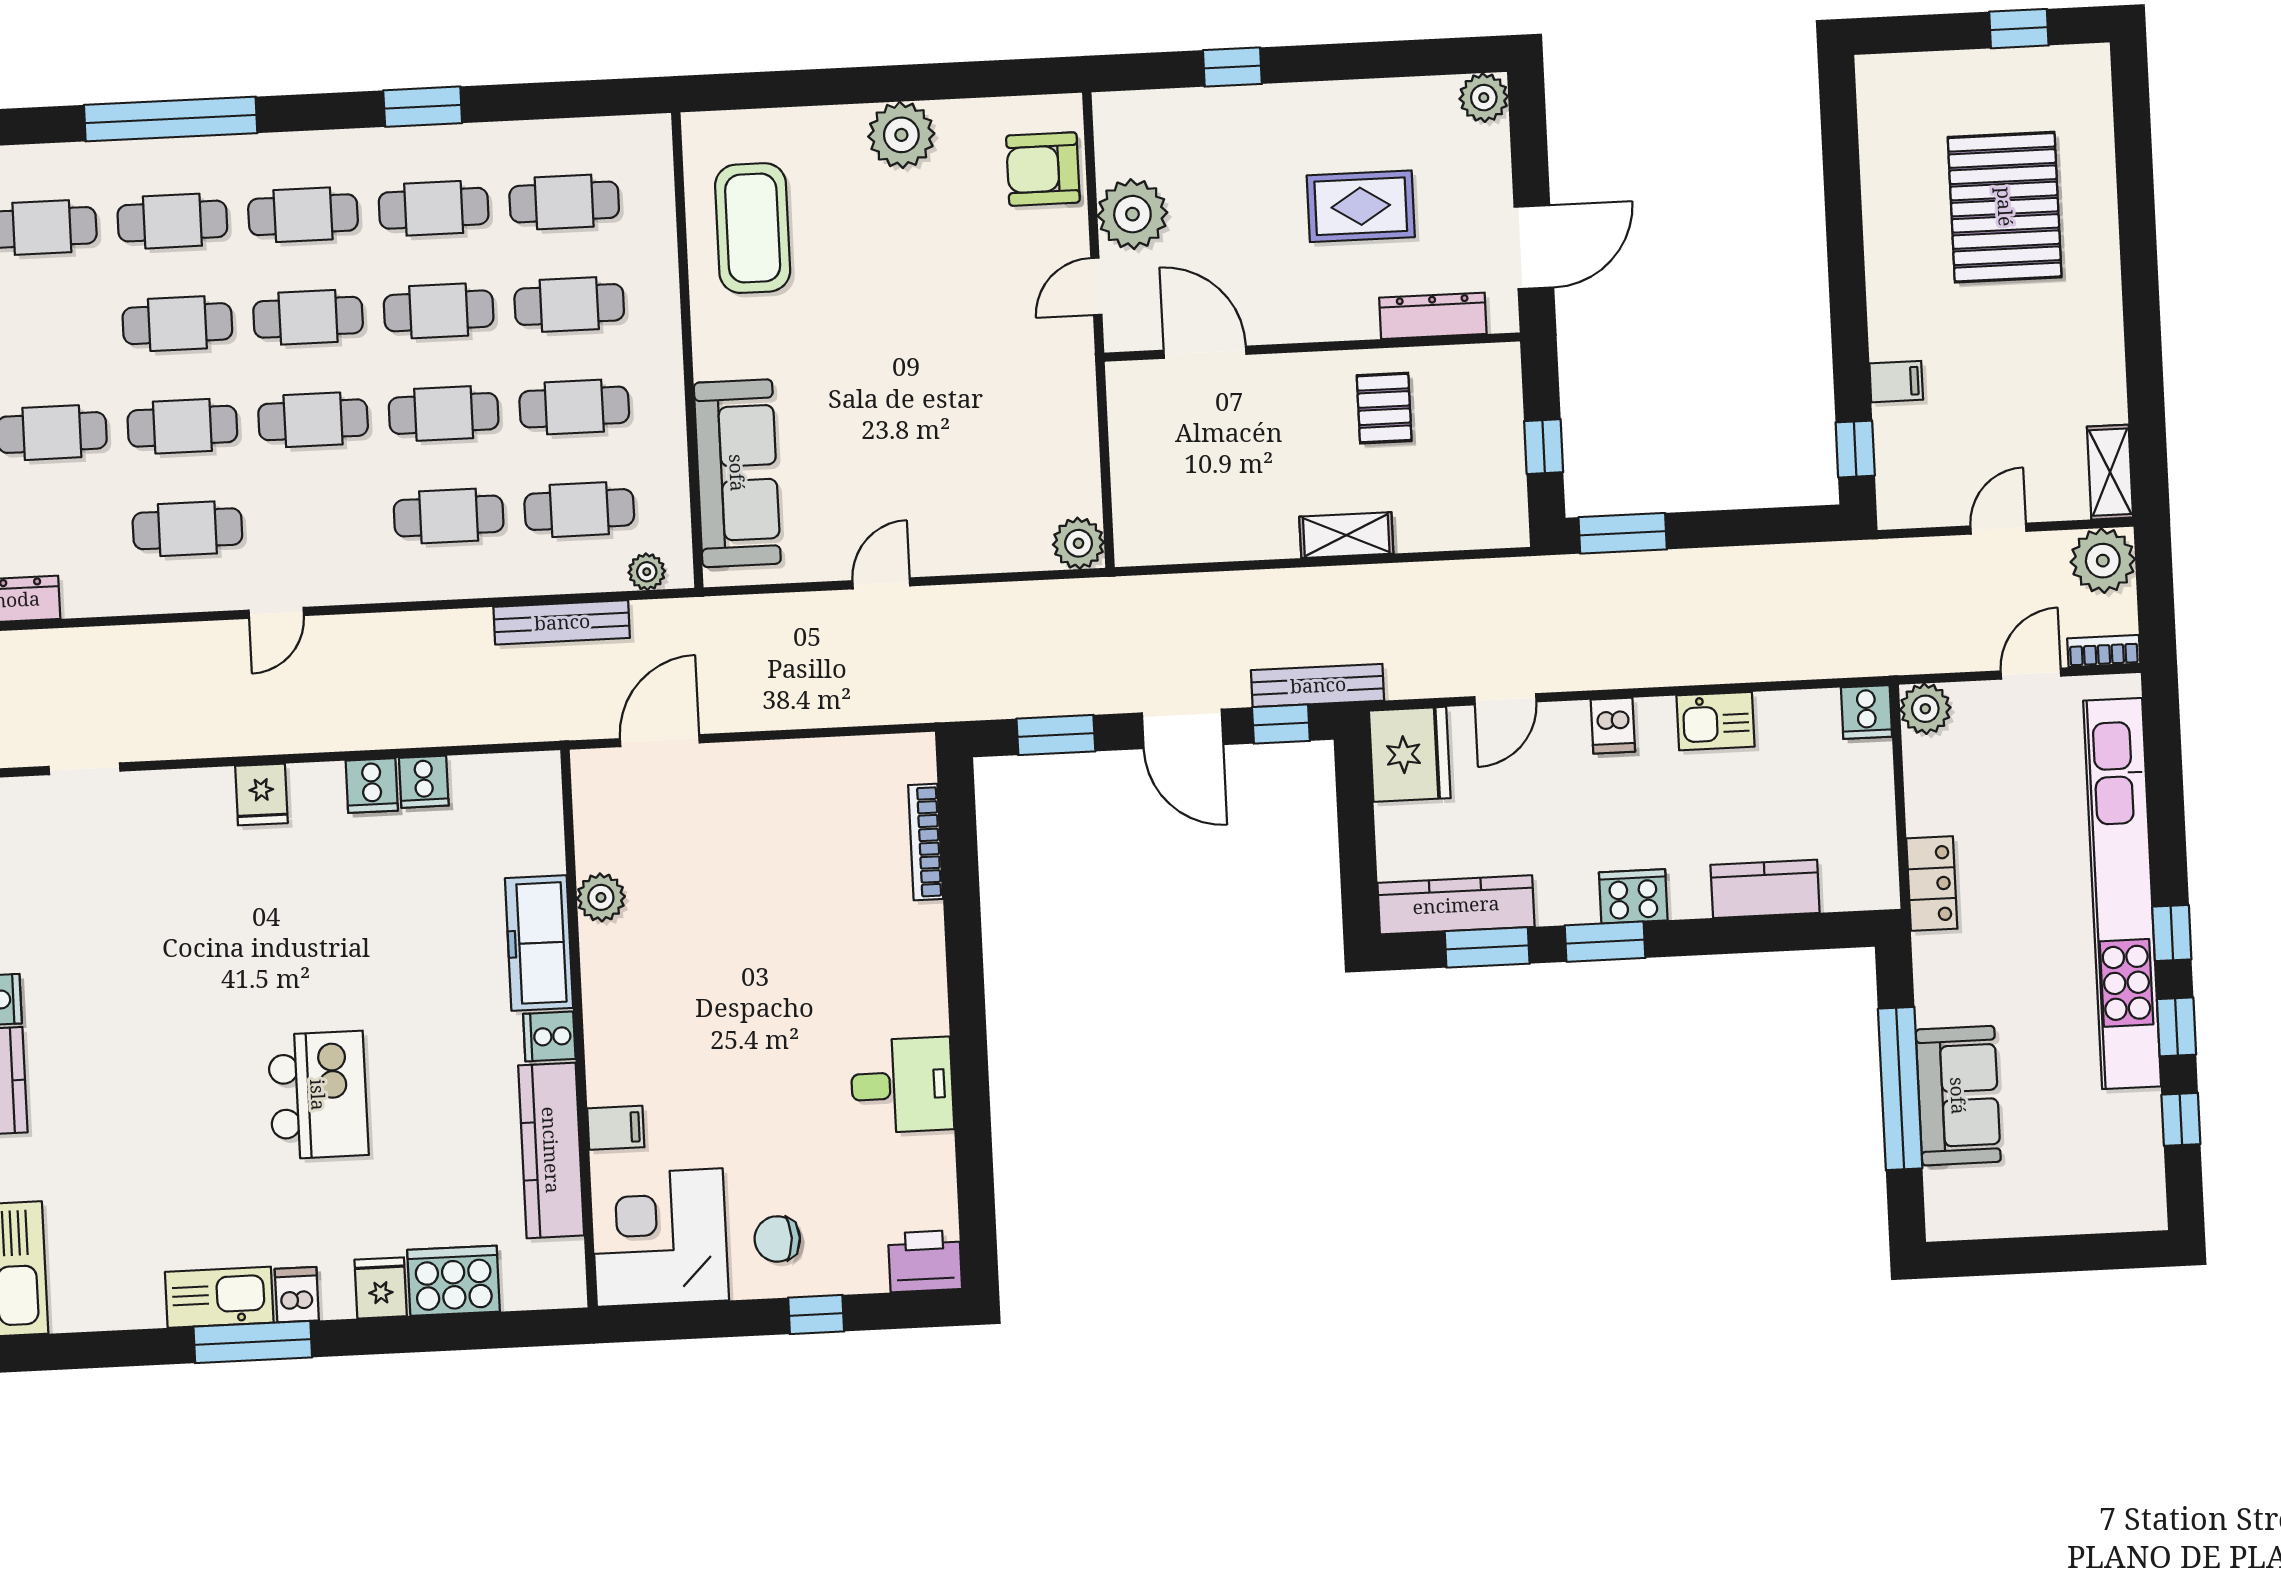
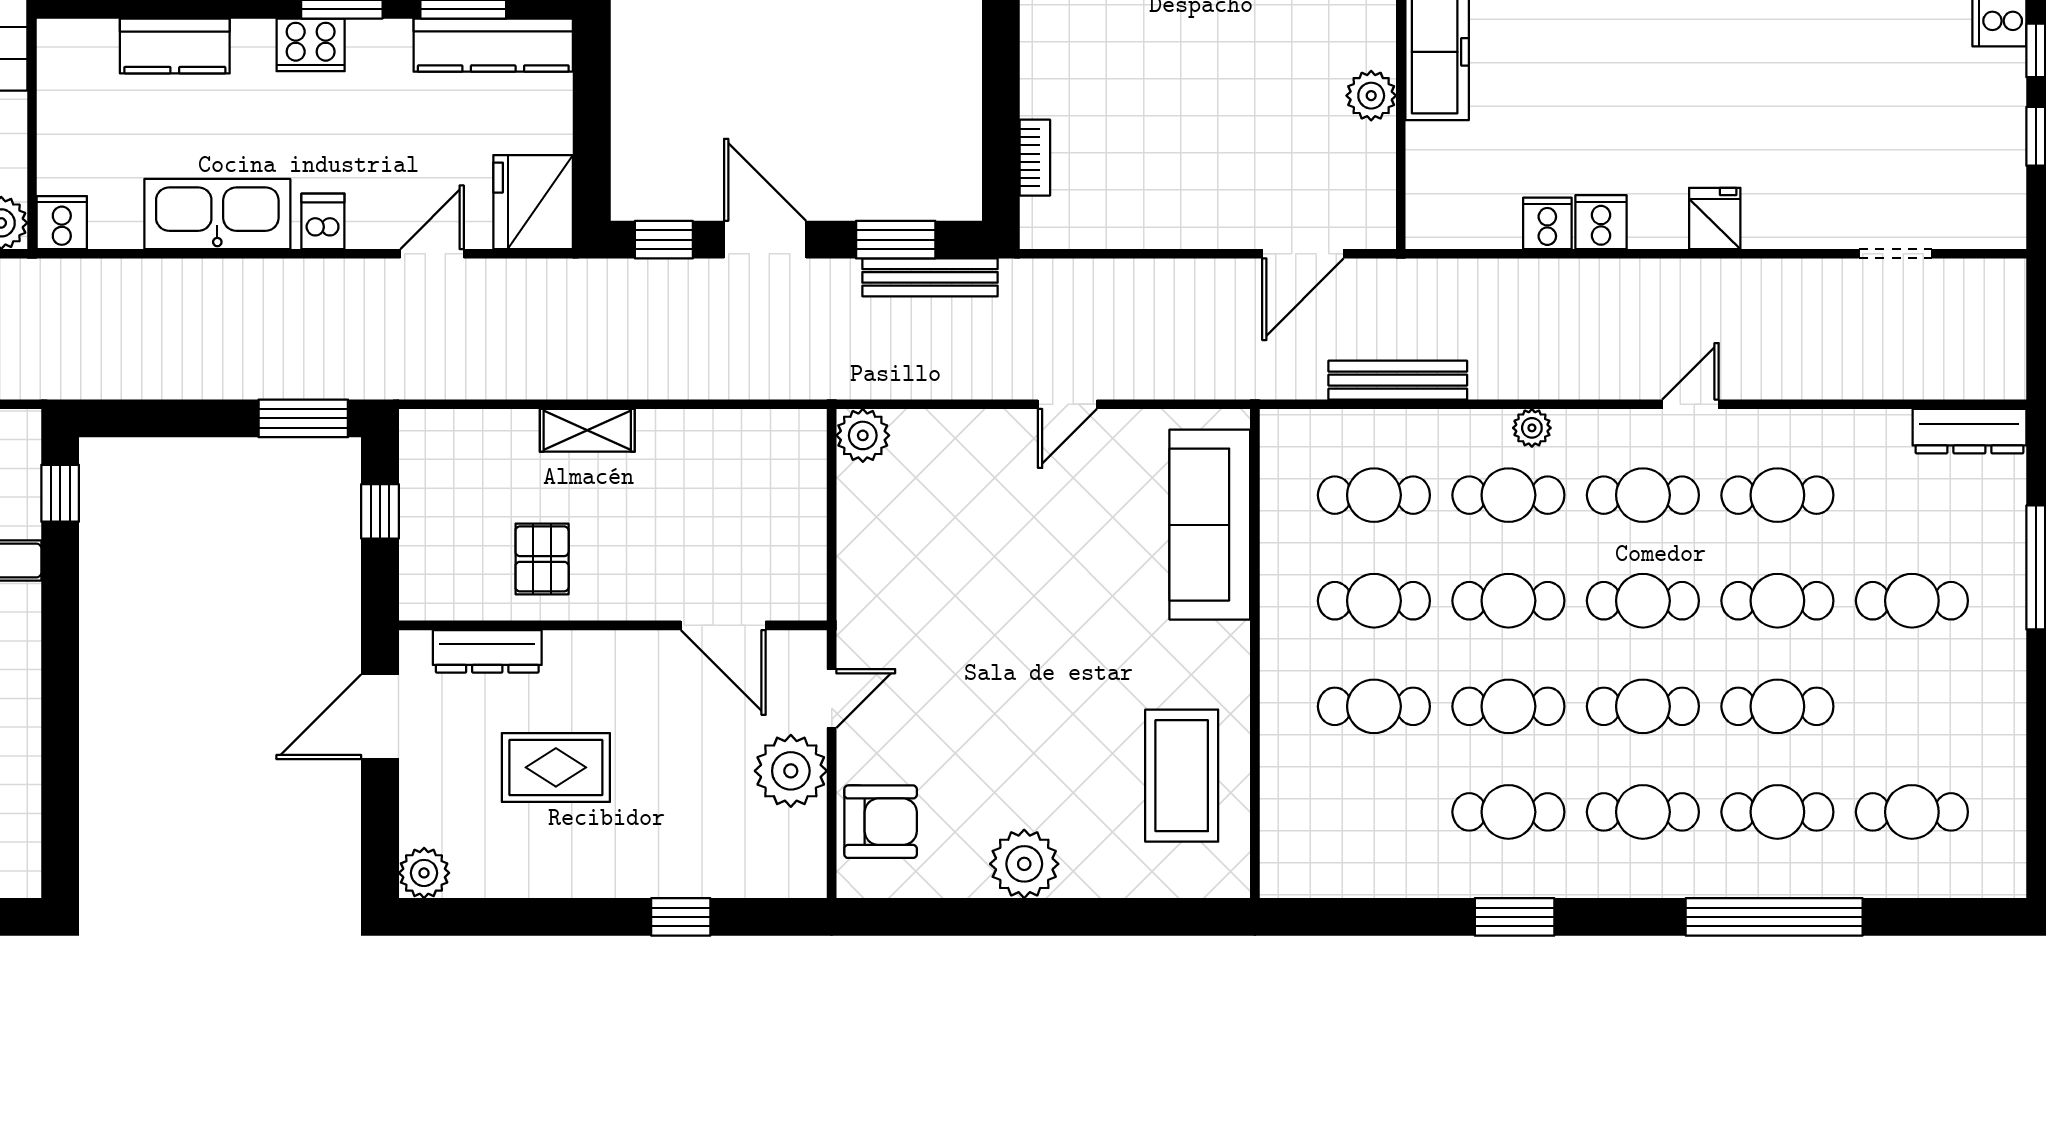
cafe table: (564, 202) -> (1643, 495), moved
plant: (647, 572) -> (1532, 428), moved
bench: (1318, 685) -> (930, 277), moved
kitchen sink: (1715, 721) -> (217, 214), width x1.88, depth x1.24
bookcase: (926, 842) -> (1035, 158), width x0.64

